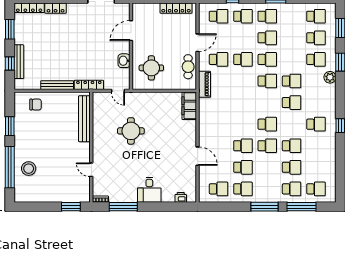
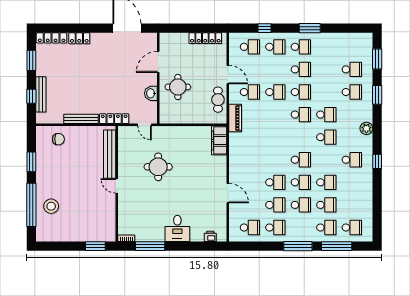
school desk: (316, 16) -> (301, 205), moved
door: (198, 43) -> (228, 75), hinge flipped
round table: (151, 68) -> (178, 87), moved
plant: (330, 77) -> (366, 128), moved
door: (91, 170) -> (117, 186), moved

